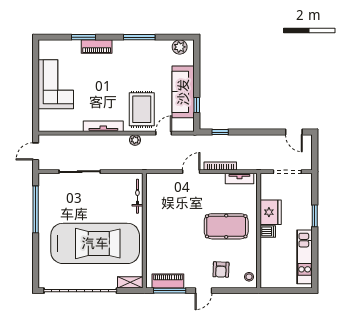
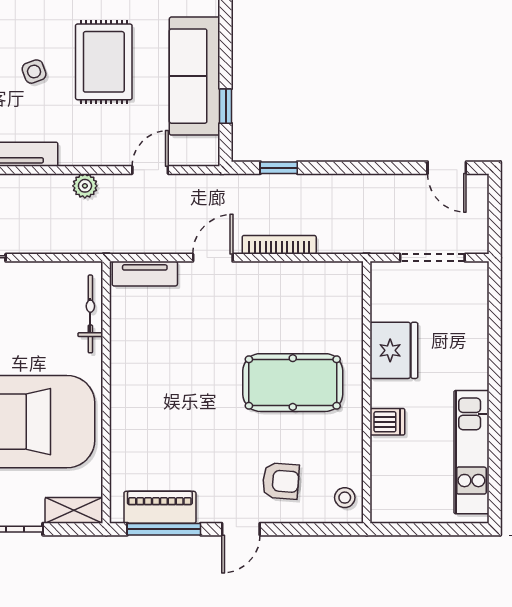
side table: (113, 90) -> (34, 72), added
rug: (142, 109) -> (104, 62), moved
tv unit: (239, 179) -> (145, 274), moved
window: (315, 216) -> (495, 359), removed
dishwasher: (268, 231) -> (387, 422), moved
armchair: (221, 270) -> (281, 481), turned -88

